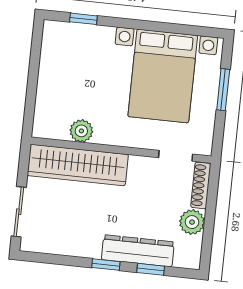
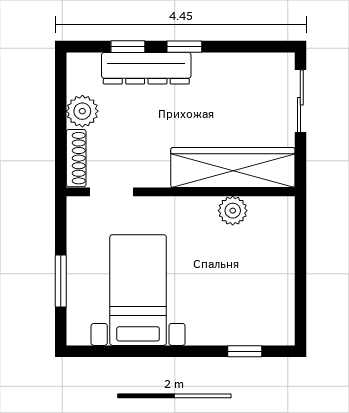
bed with nightstands: (163, 76) -> (138, 290), width x0.73

